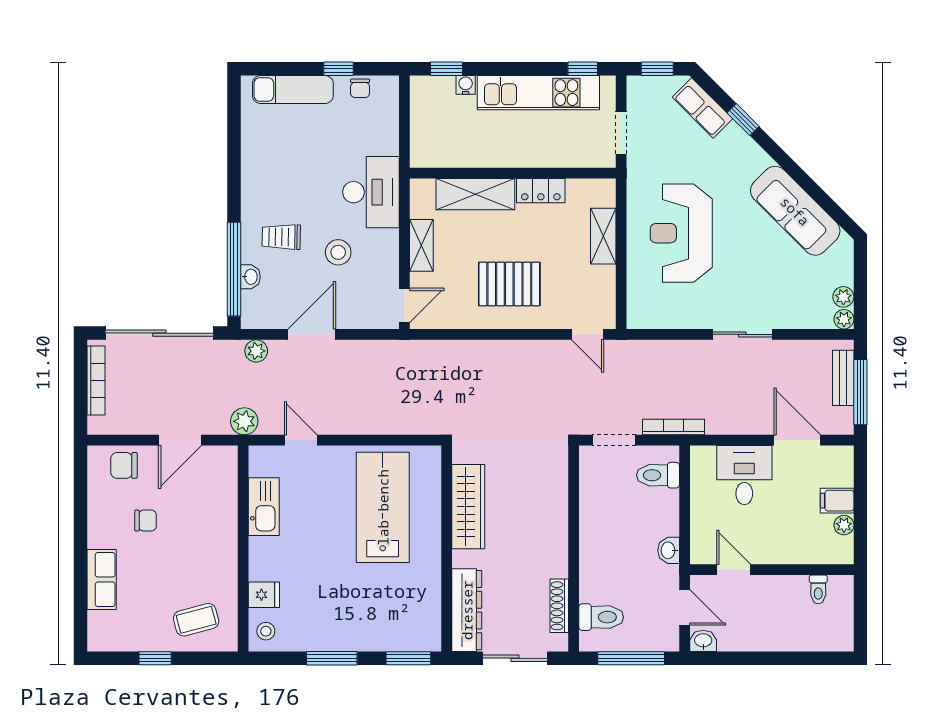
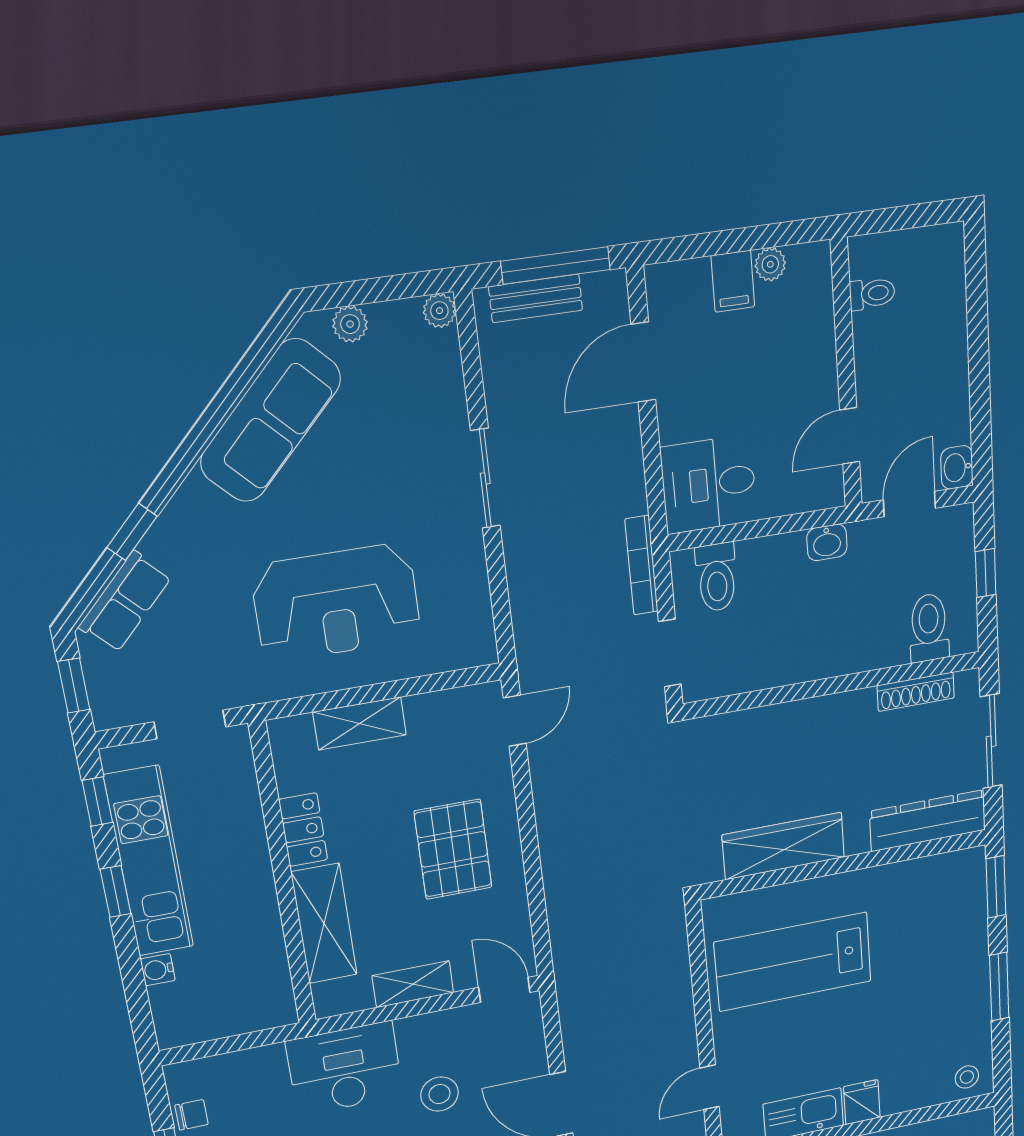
window: (447, 69) -> (115, 891), moved
plant: (843, 297) -> (350, 324), moved
desk: (744, 475) -> (709, 484), moved
fridge: (264, 595) -> (862, 1102), moved
window: (631, 658) -> (986, 573), width x0.46

